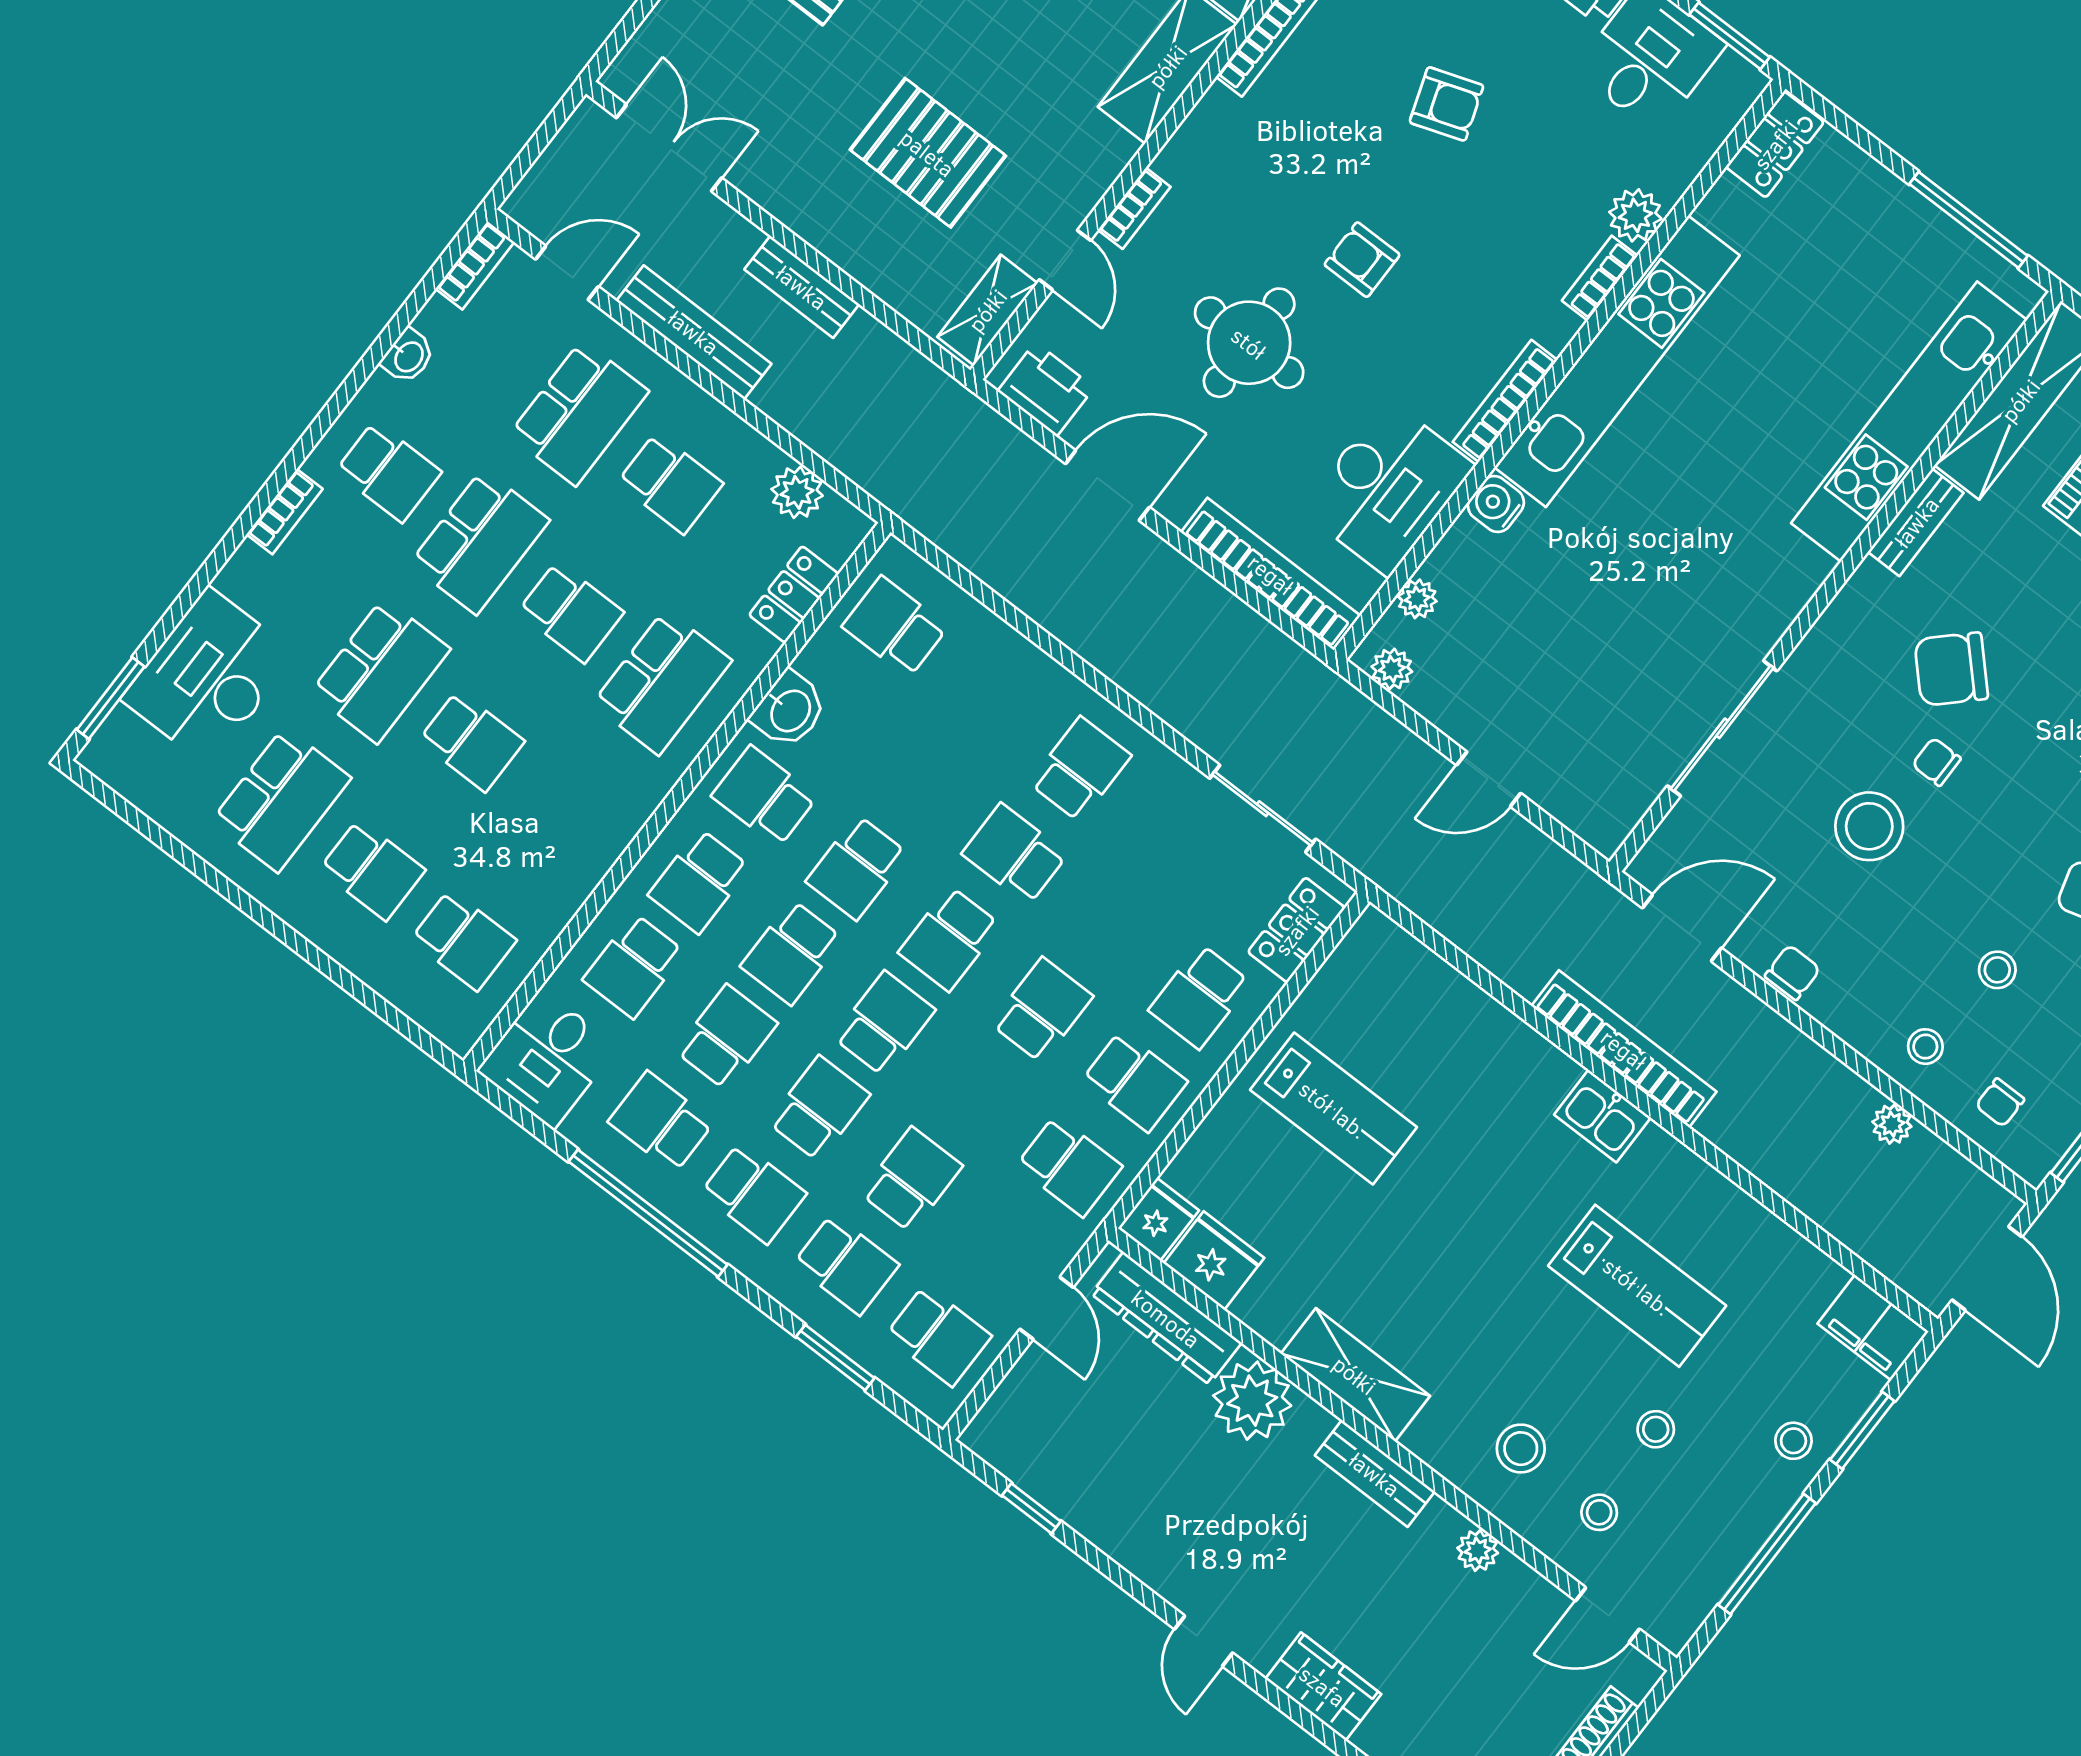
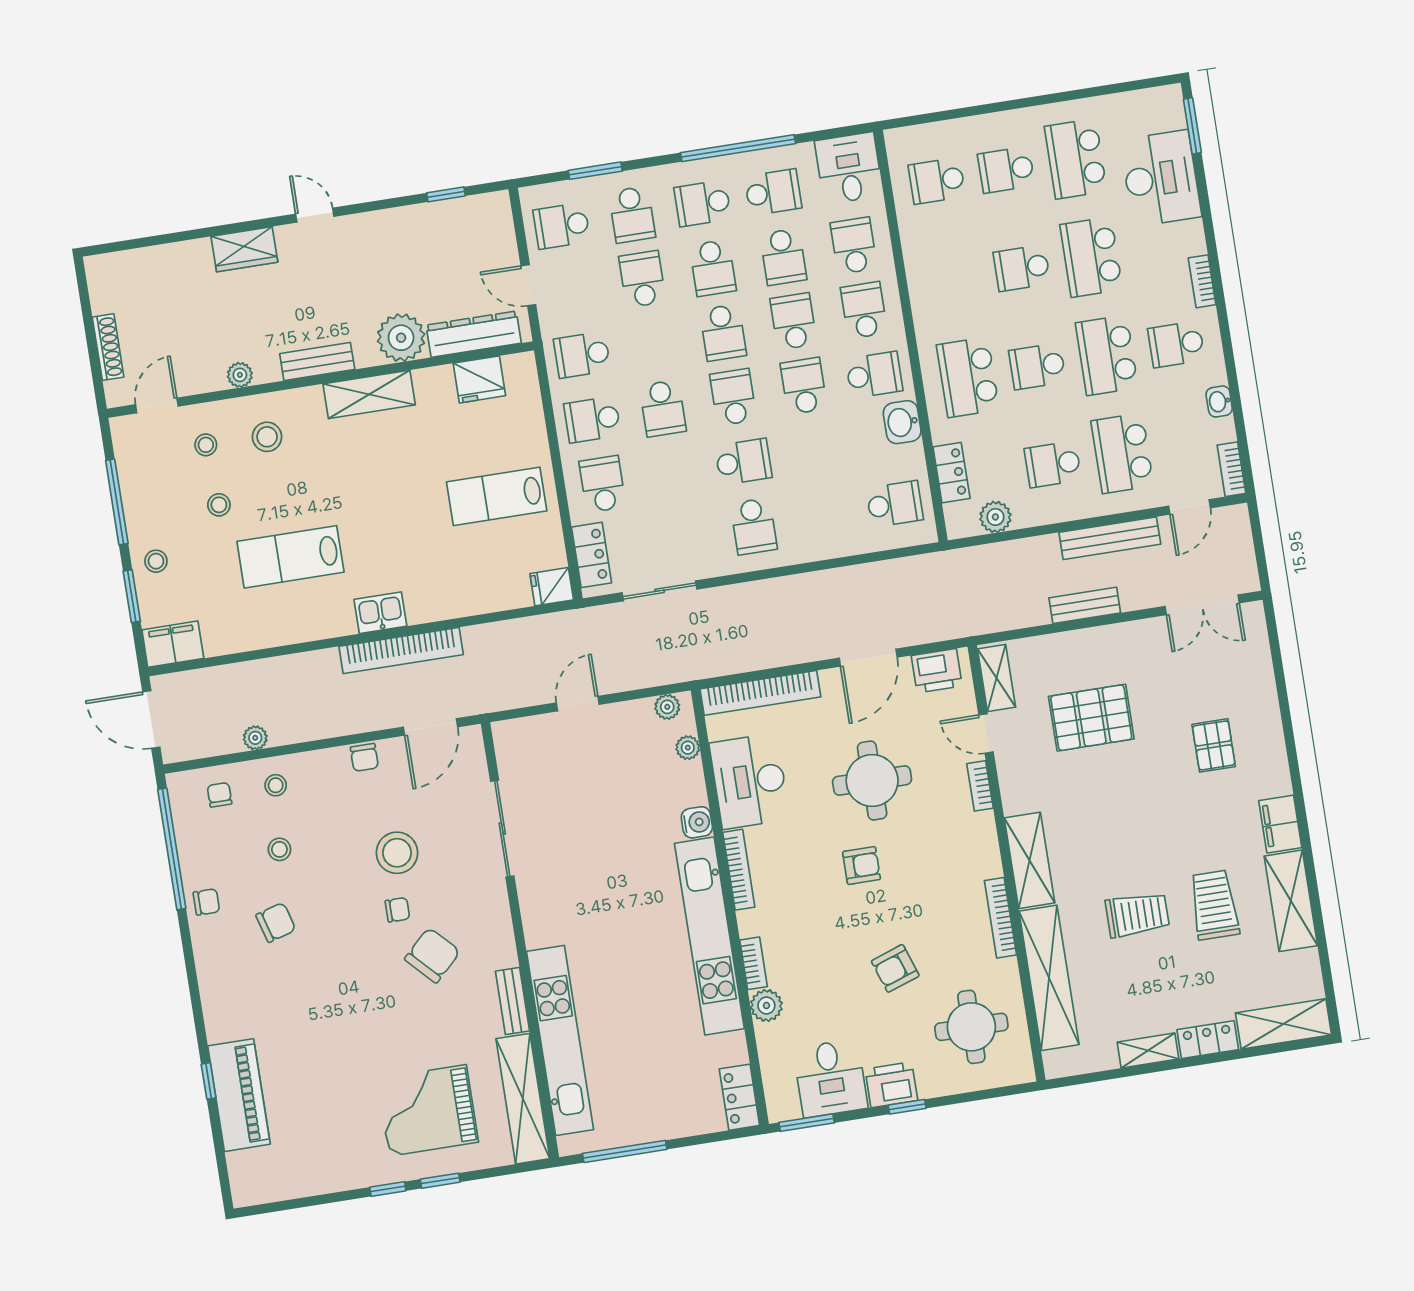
school desk: (911, 1180) -> (642, 279), turned 180
fridge: (1158, 1219) -> (552, 587), moved, turned 90
school desk: (846, 1264) -> (632, 215), turned -90

